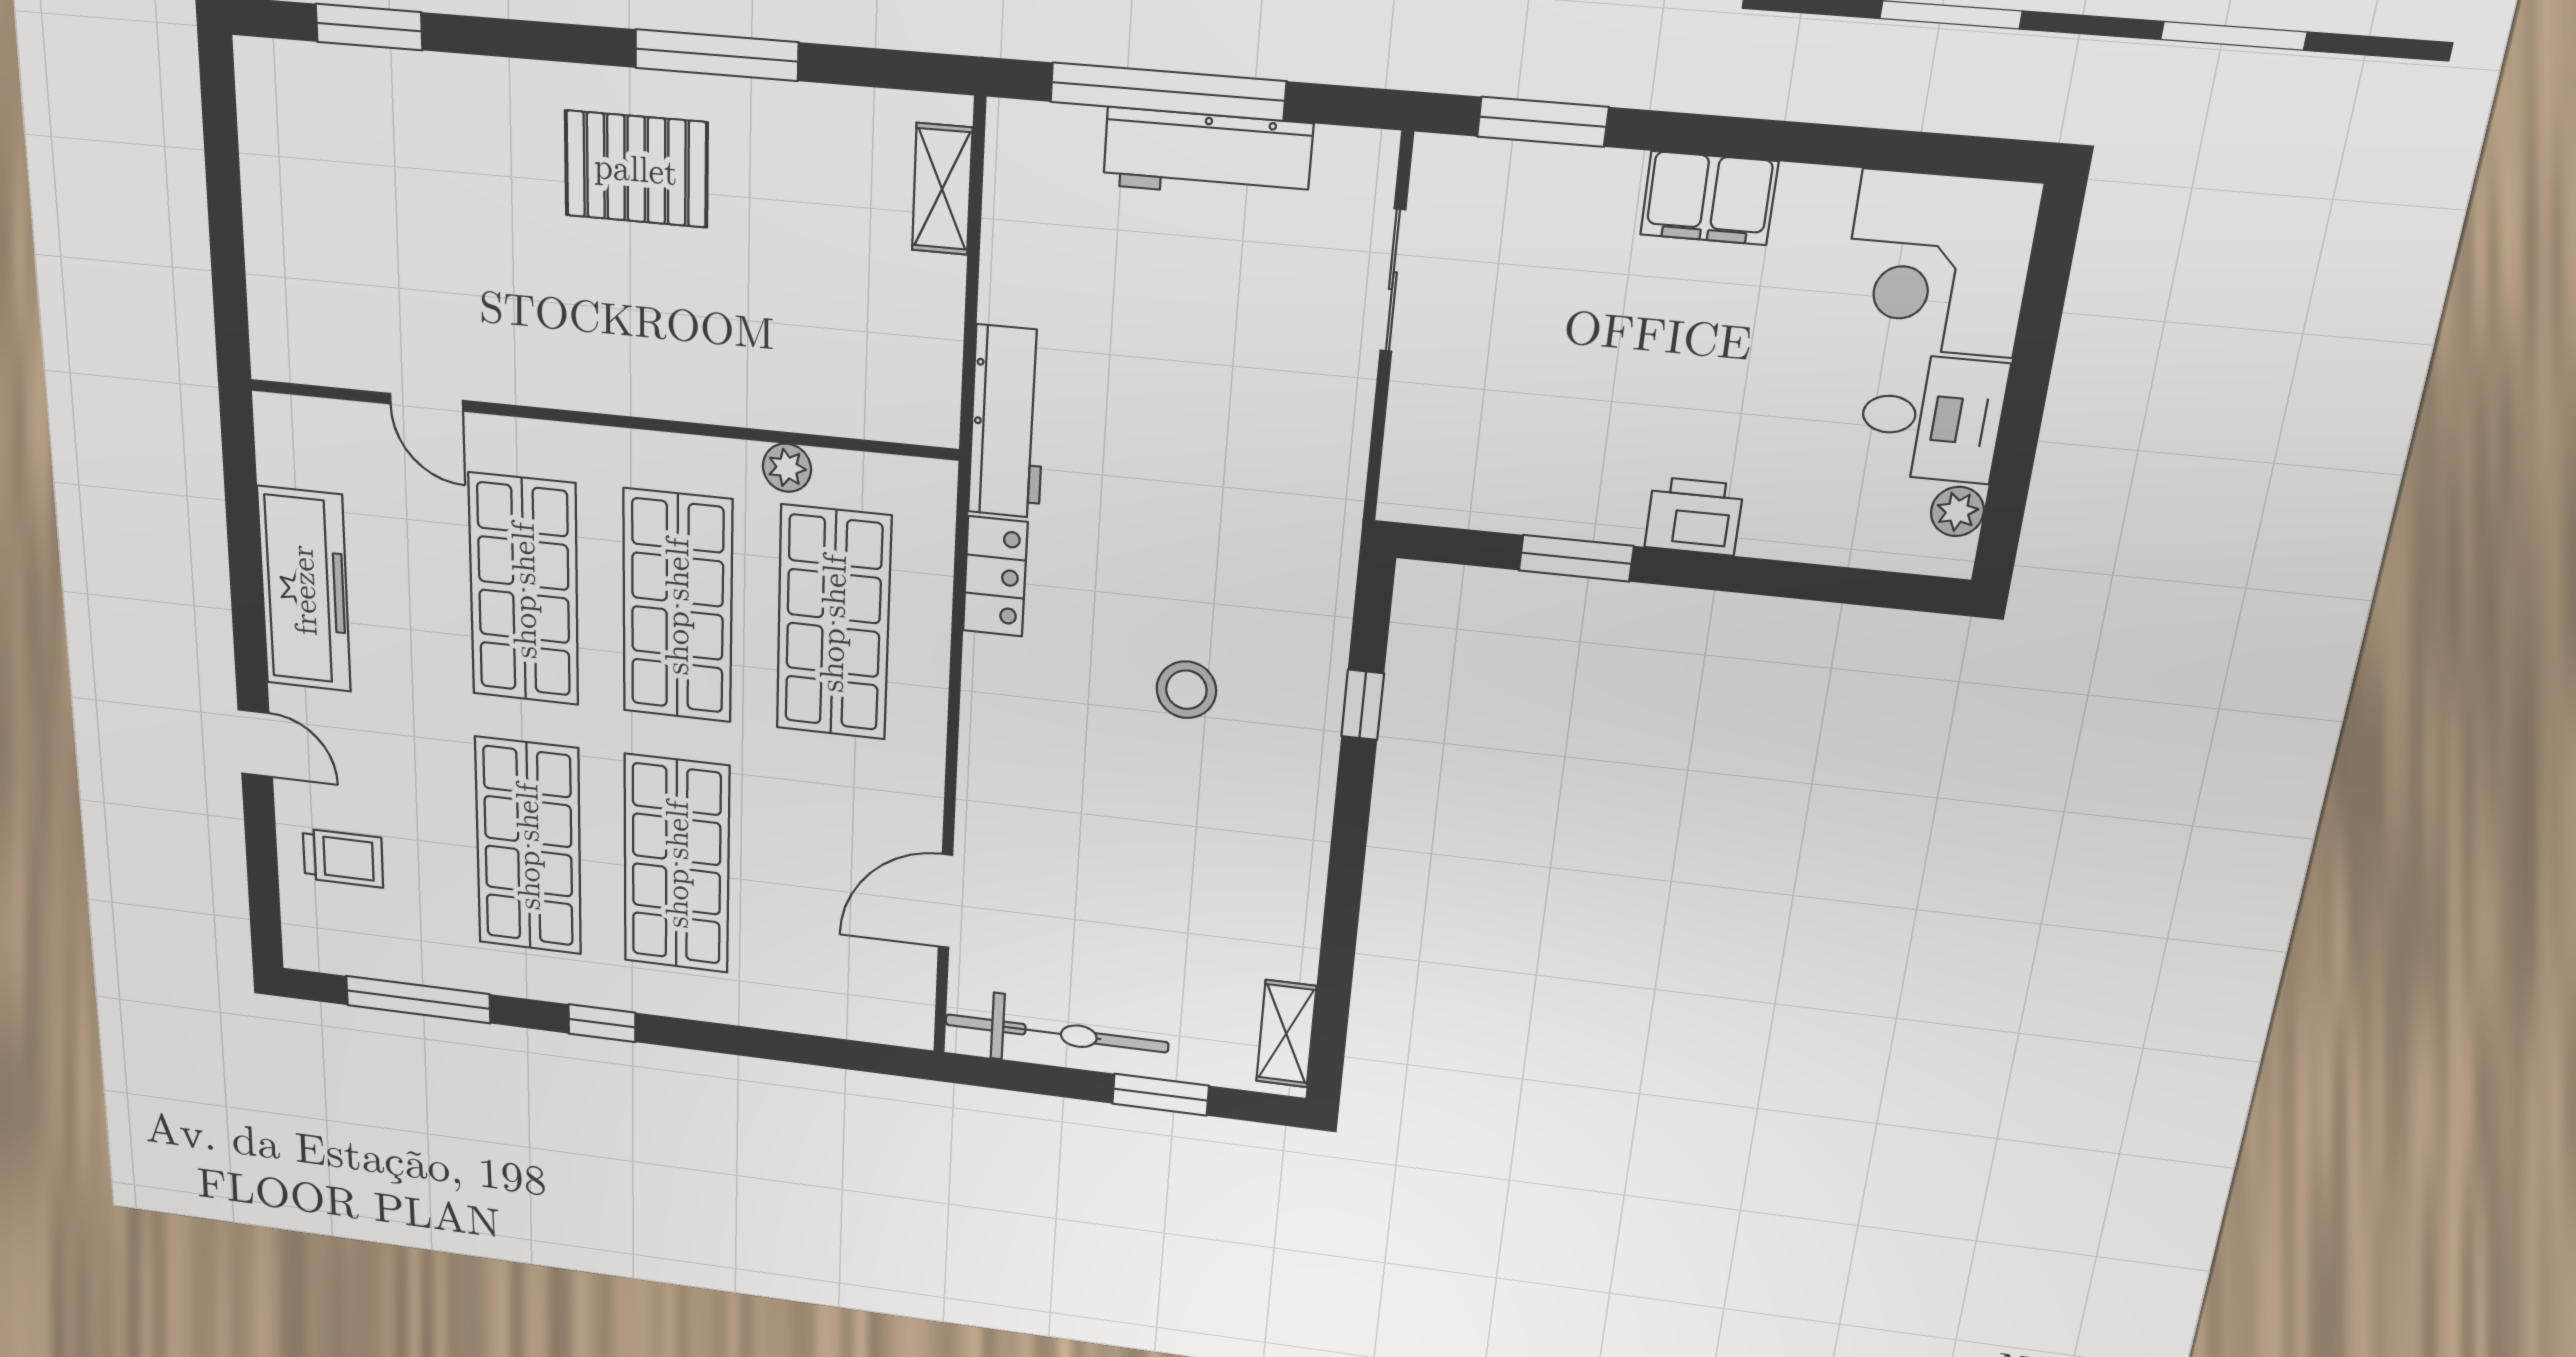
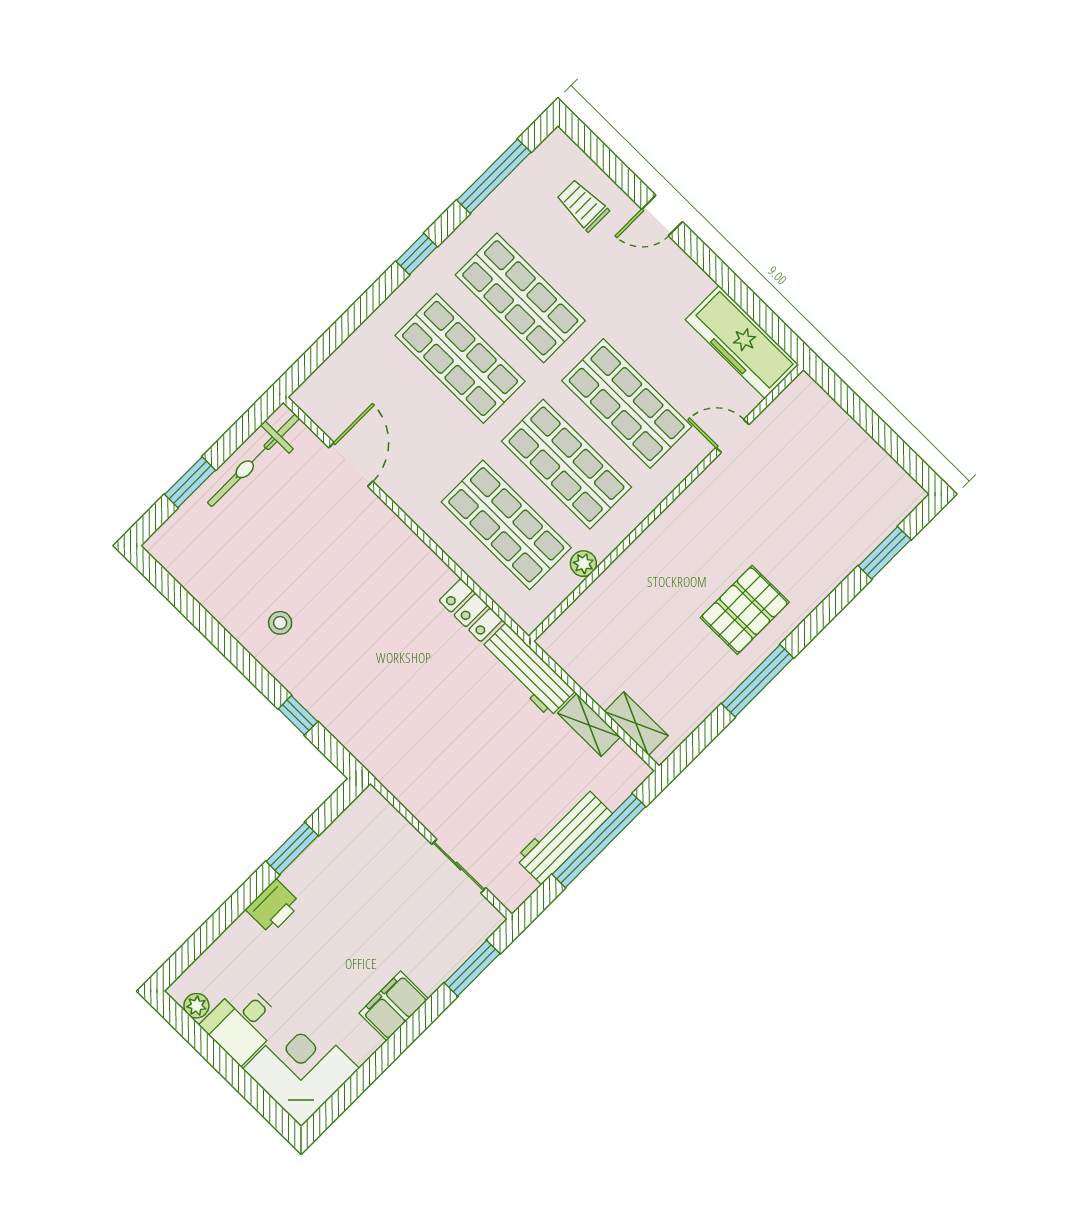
freezer: (304, 590) -> (742, 342), moved
stool: (1186, 690) -> (280, 623), moved, width x0.73, depth x0.73
trolley: (343, 858) -> (583, 205), turned 90
shelving: (1286, 1034) -> (589, 725), moved

